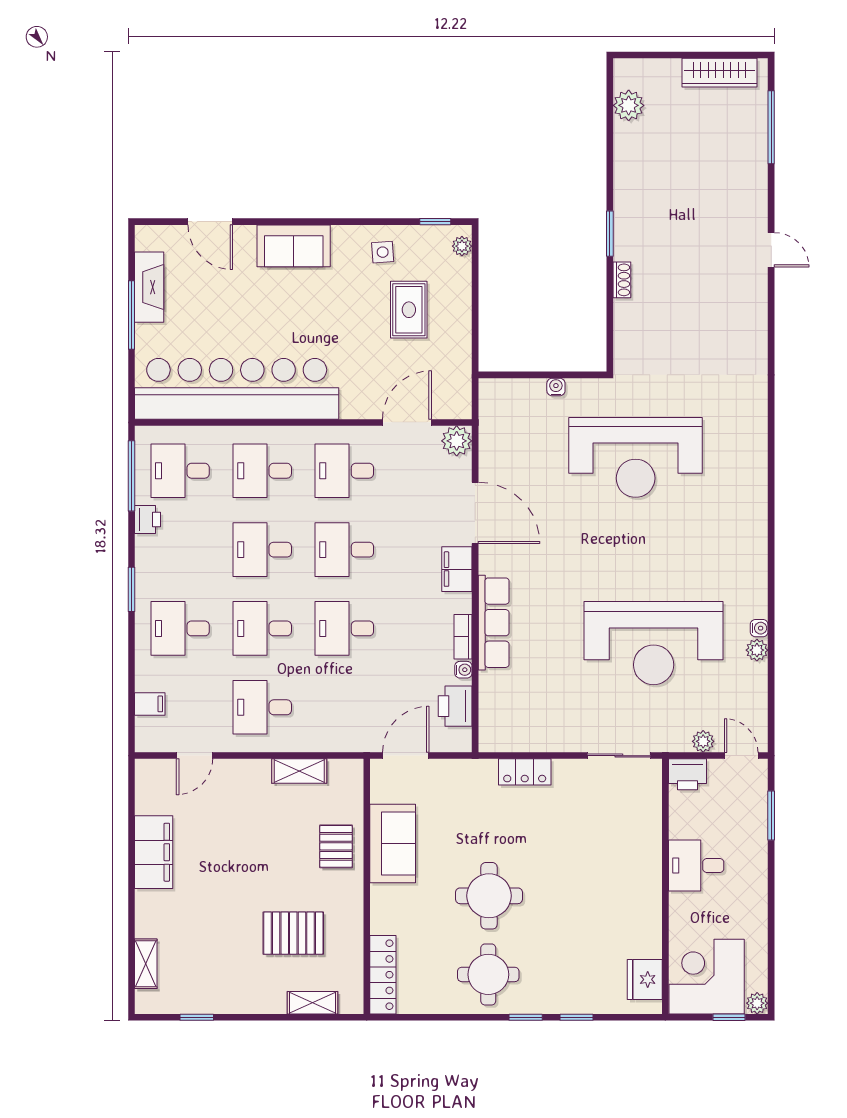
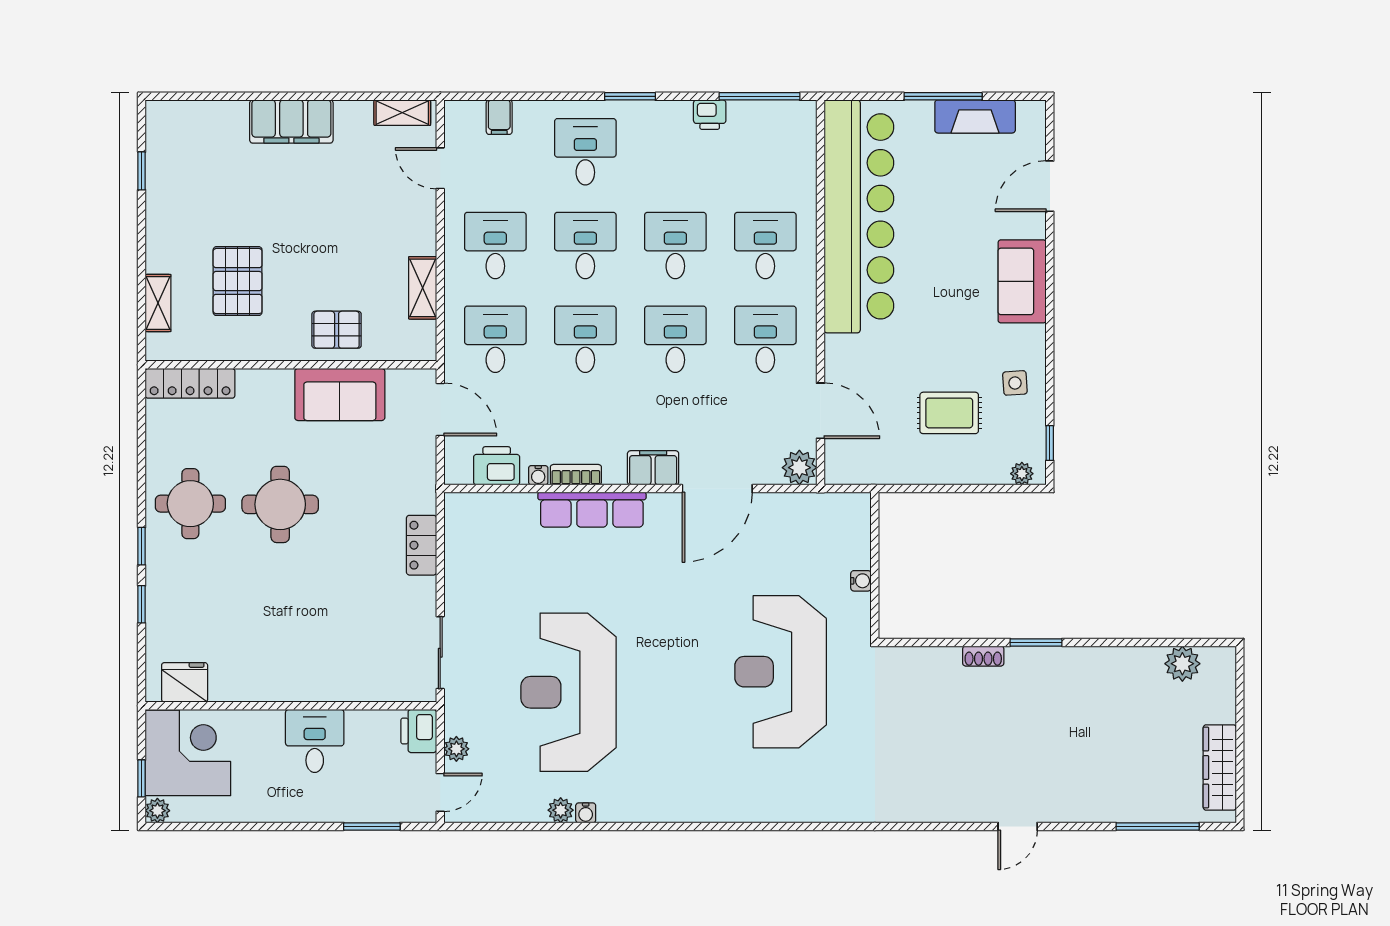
desk: (180, 471) -> (495, 339), moved
filing cabinet: (154, 852) -> (291, 121), moved
shelving: (146, 964) -> (402, 113), moved

